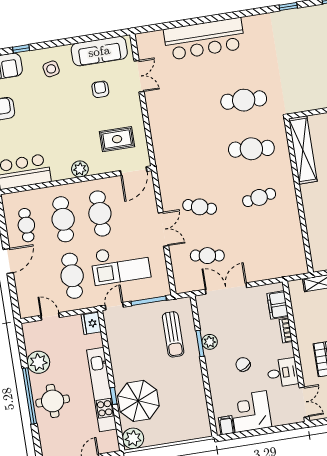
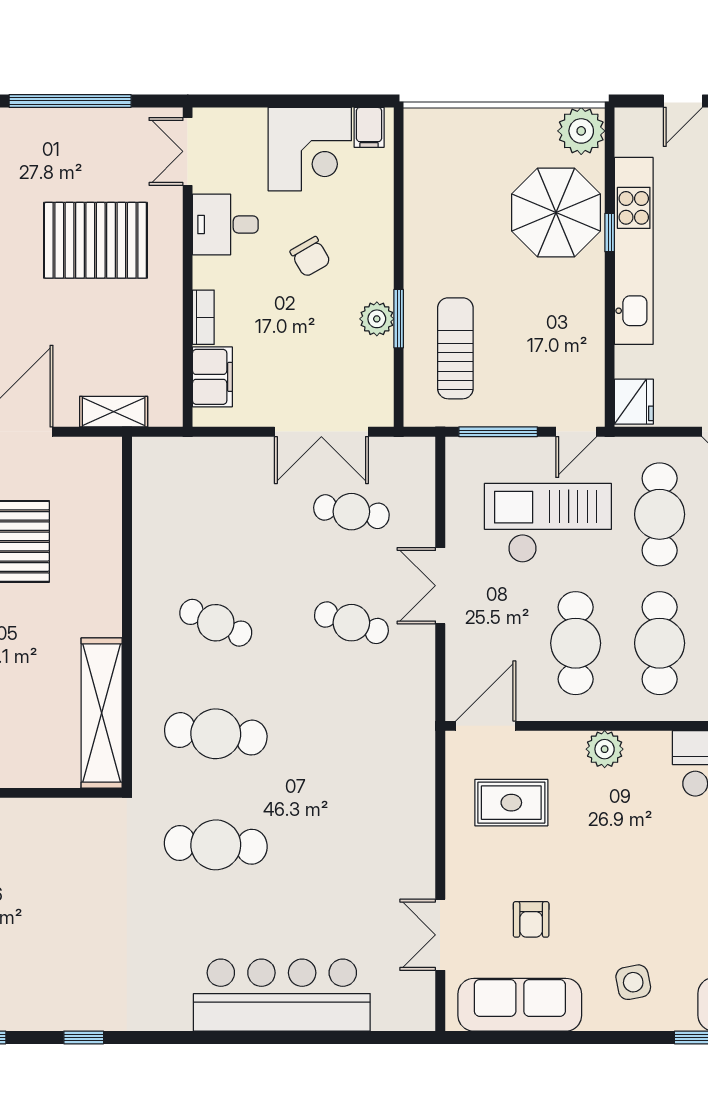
cafe table: (259, 197) -> (216, 623), turned 33

